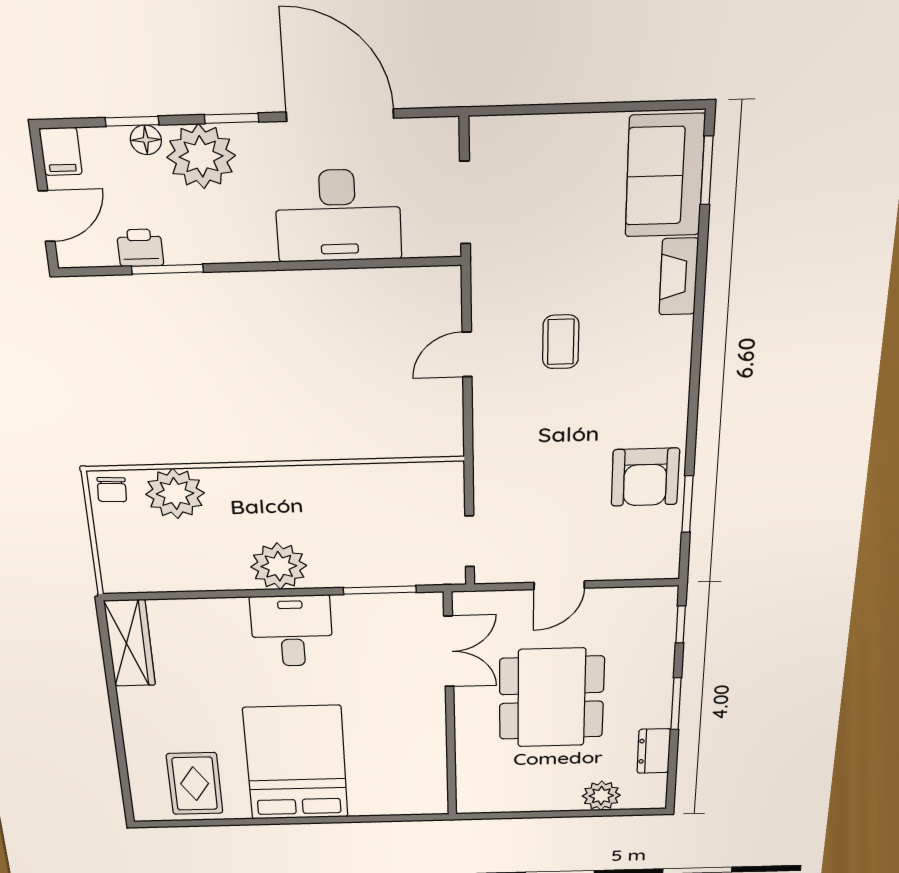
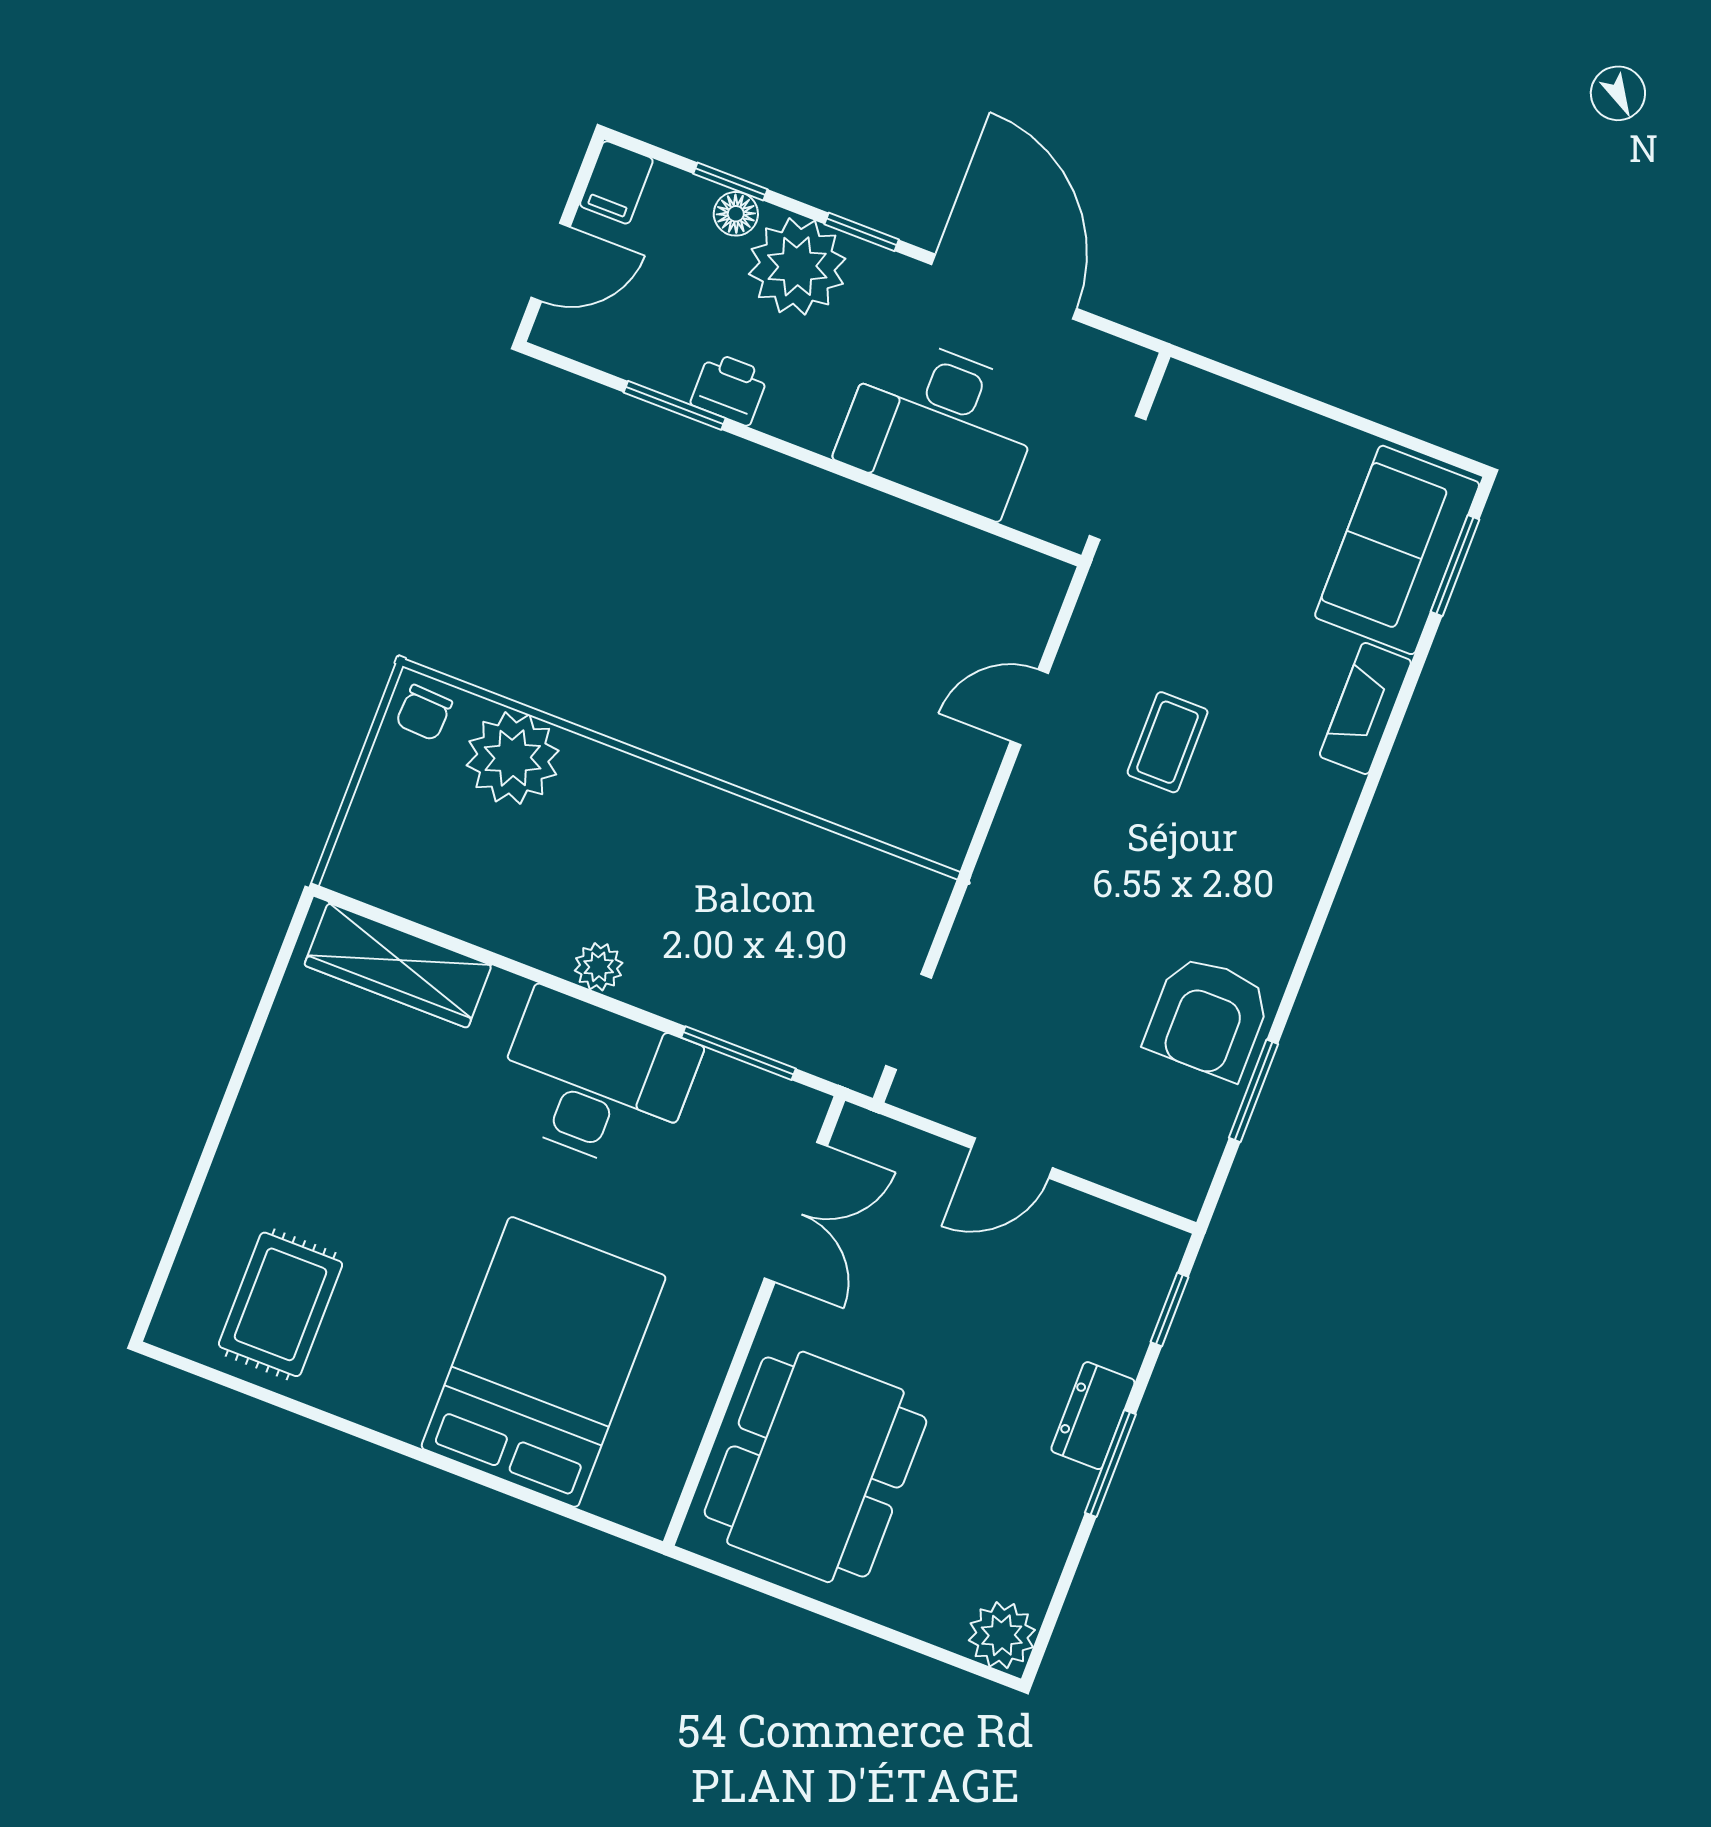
printer: (140, 248) -> (730, 389), moved
plant: (279, 566) -> (599, 967), width x0.53, depth x0.53
desk: (292, 631) -> (595, 1081), width x1.37
wardrobe: (130, 643) -> (398, 965), moved, turned 90
dining table: (552, 698) -> (815, 1467), moved
dresser: (654, 751) -> (1093, 1416), moved
bed: (296, 763) -> (544, 1362), moved
plant: (601, 796) -> (1002, 1635), moved

